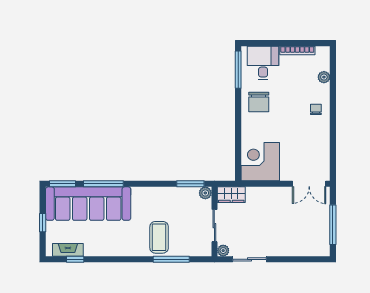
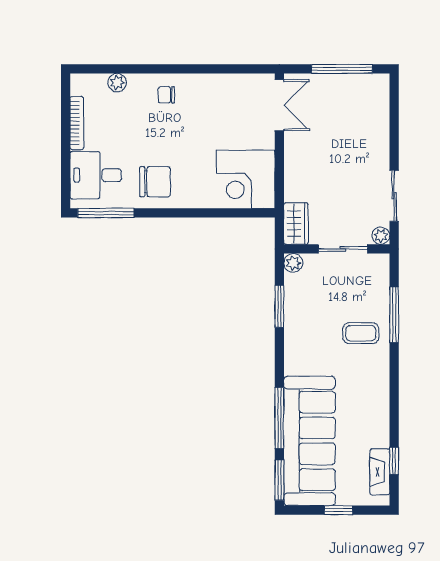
window: (190, 184) -> (279, 306), moved
coffee table: (159, 237) -> (361, 333), width x0.73, depth x0.77

